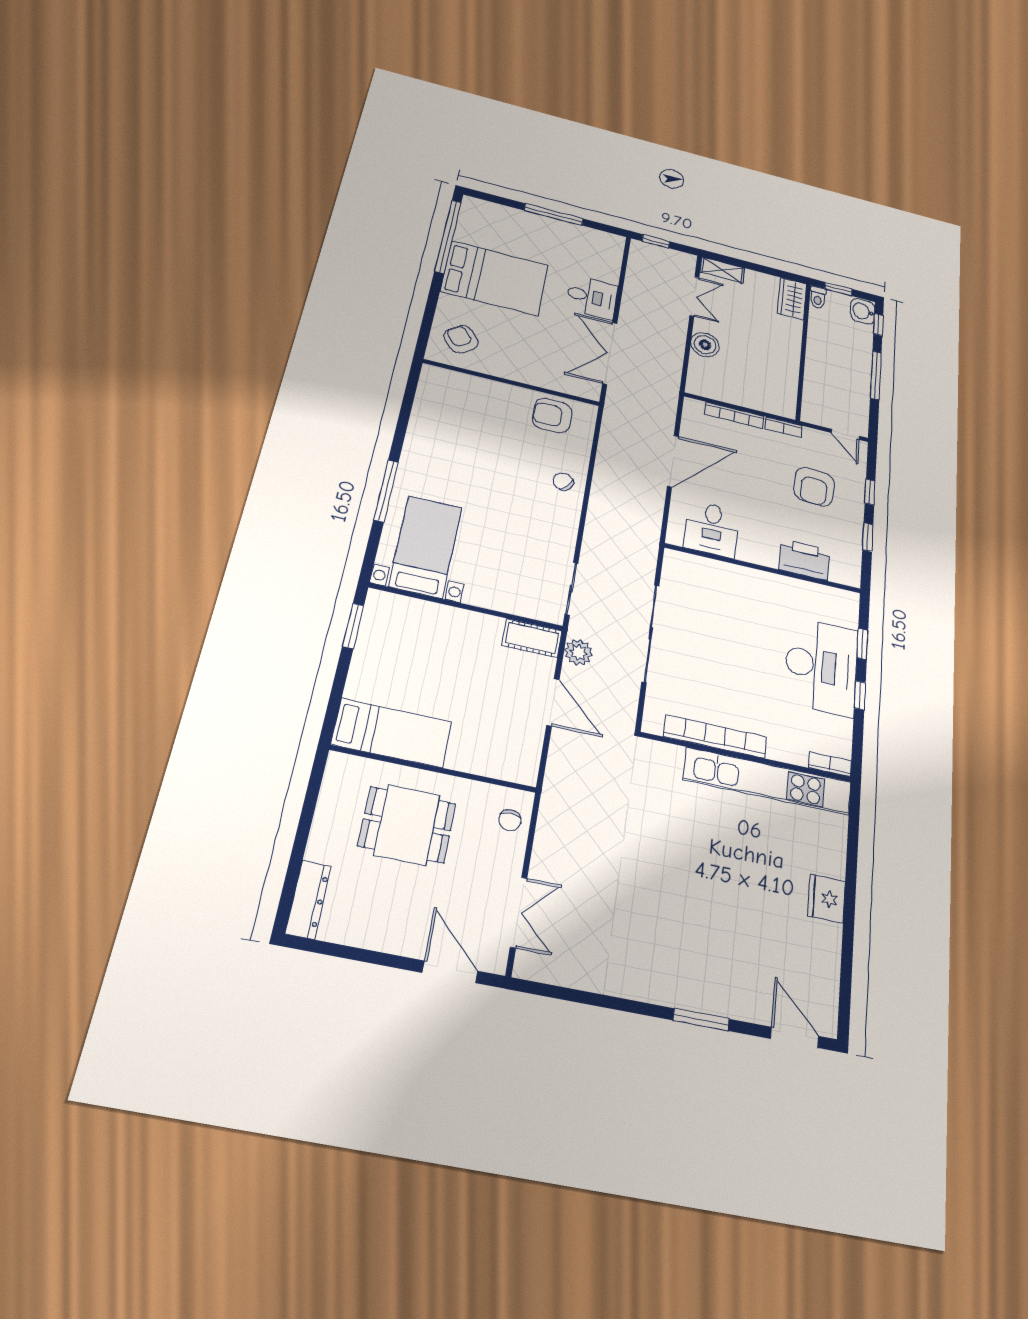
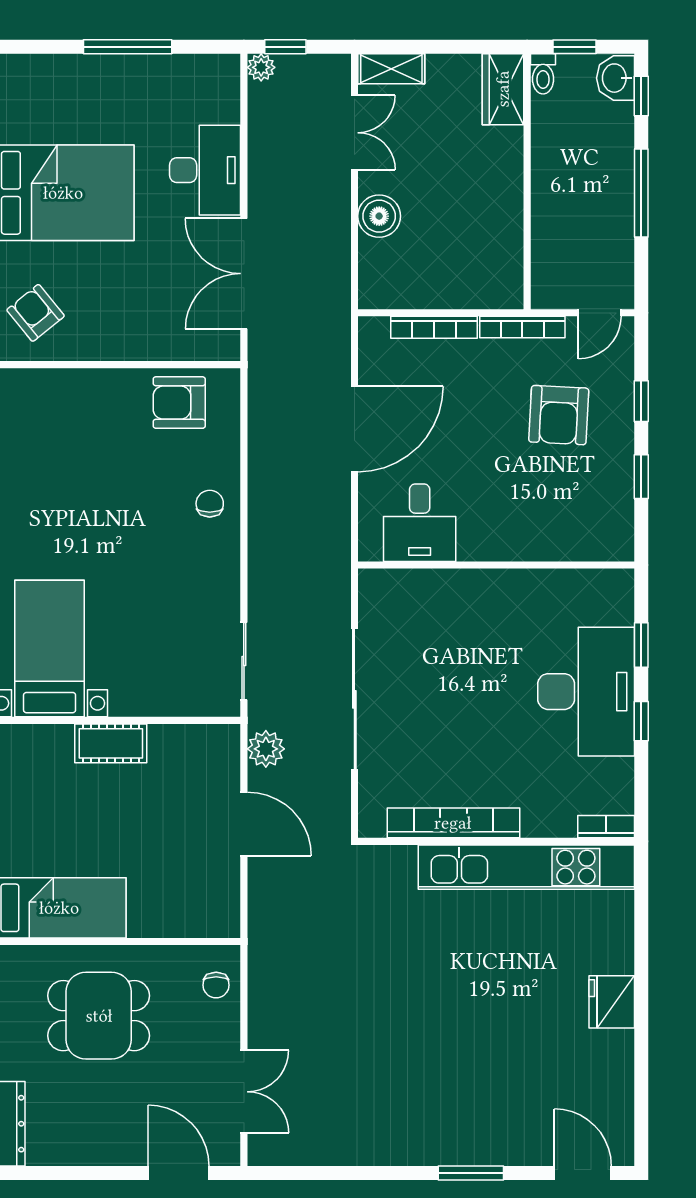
plant: (639, 247) -> (261, 67), added
desk: (592, 297) -> (205, 170), width x1.37
bookcase: (783, 427) -> (522, 327), width x1.56
door: (845, 434) -> (600, 313), hinge flipped
chair: (563, 482) -> (210, 504), turned 53
printer: (804, 560) -> (553, 536), removed
cot: (532, 638) -> (111, 743), moved

